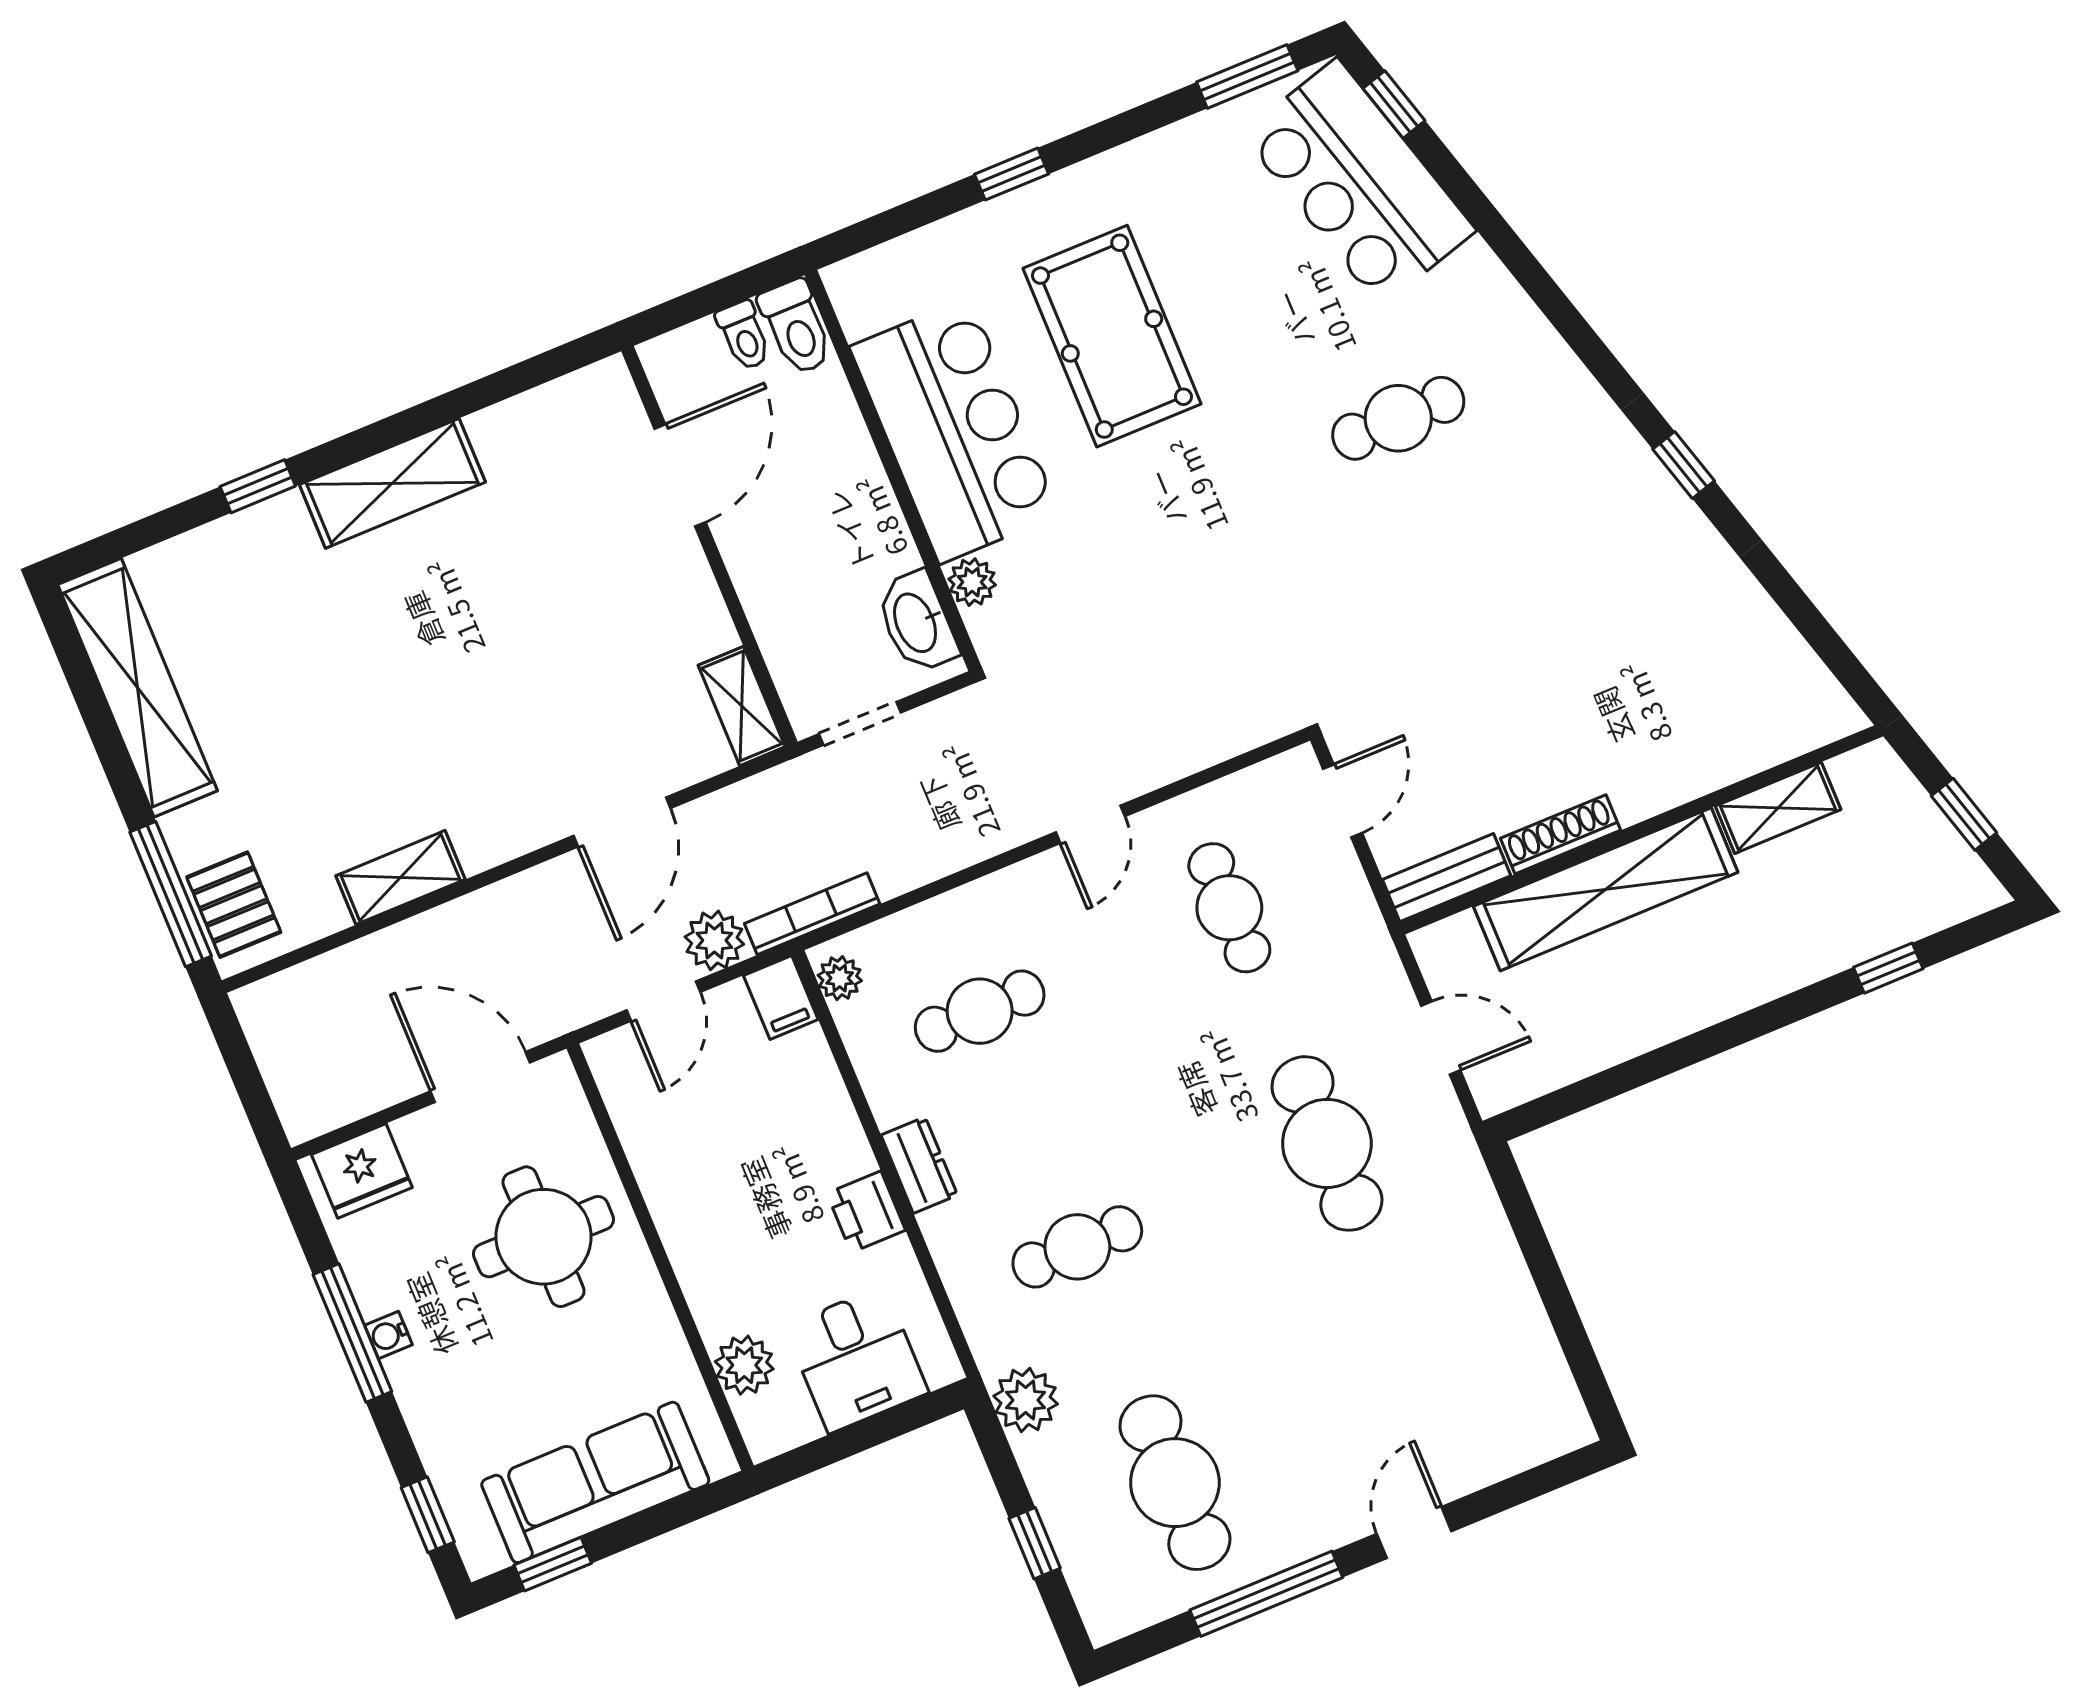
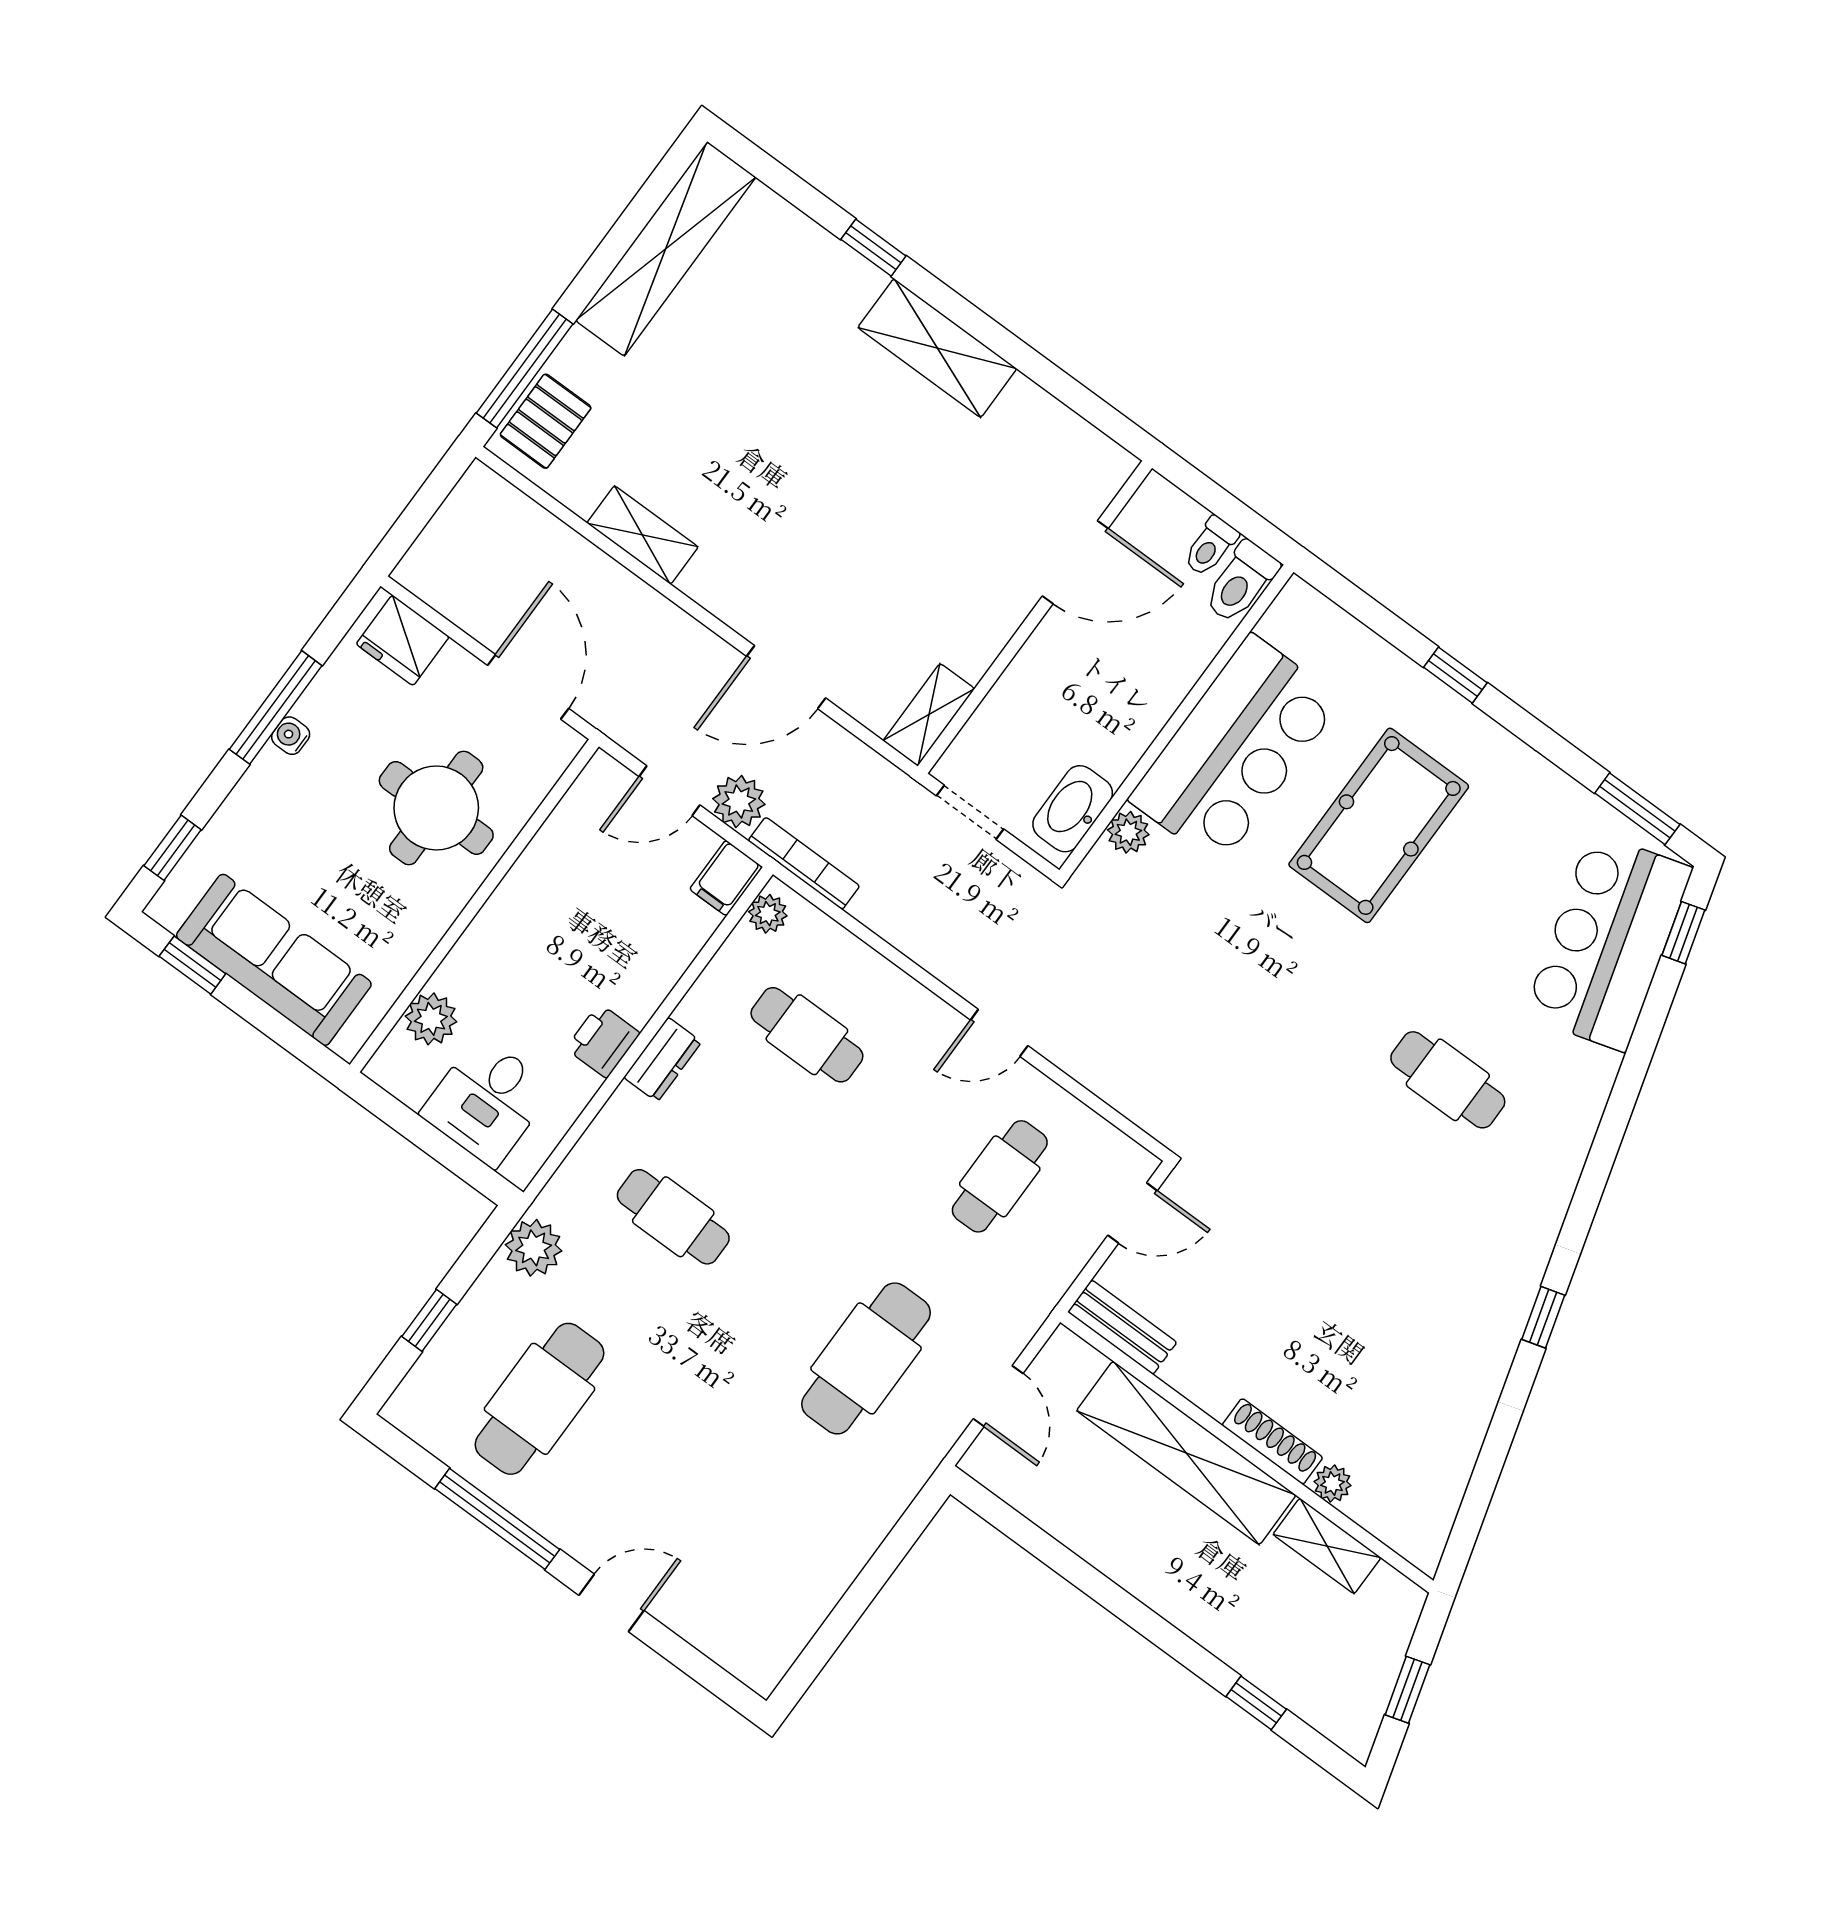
plant: (1721, 766) -> (1332, 1484), added
shoe rack: (1560, 834) -> (1272, 1441), moved

